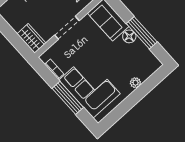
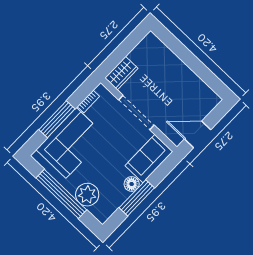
doorway: (67, 28) -> (136, 113), width x1.36
plant: (135, 83) -> (87, 195), width x1.88, depth x1.88
window: (134, 99) -> (61, 194), added

